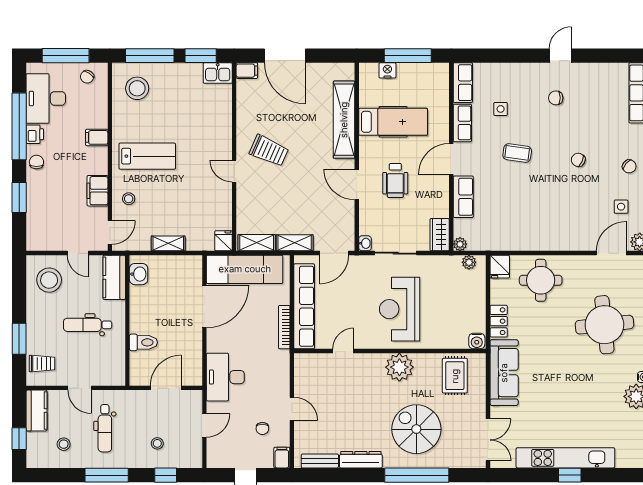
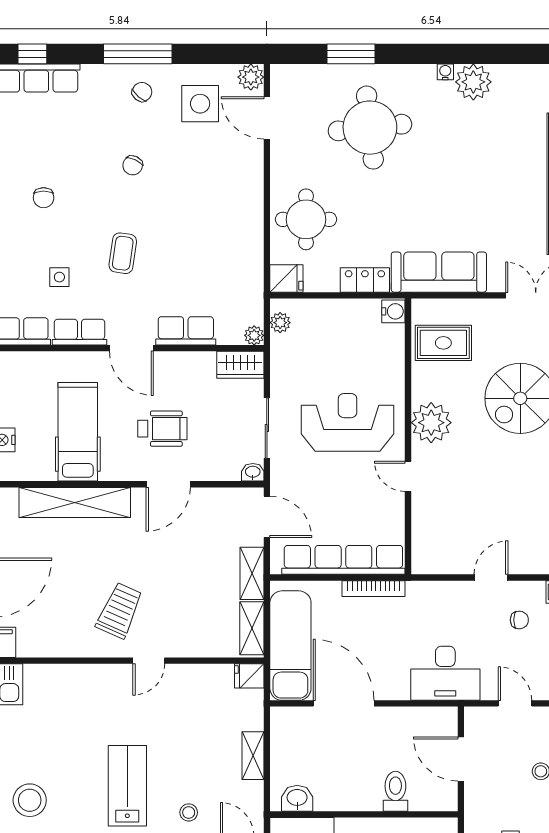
side table: (621, 207) -> (200, 104), width x1.87, depth x1.87
reception desk: (400, 309) -> (348, 422), turned 180
door: (343, 351) -> (408, 476), moved

